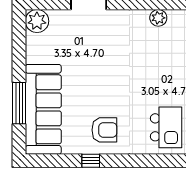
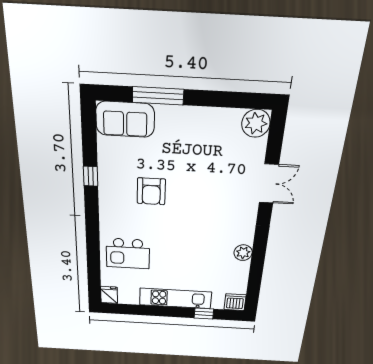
sofa: (43, 109) -> (125, 119), width x0.54, depth x0.79
armchair: (104, 130) -> (151, 191), moved

